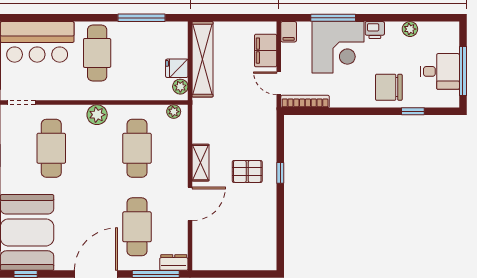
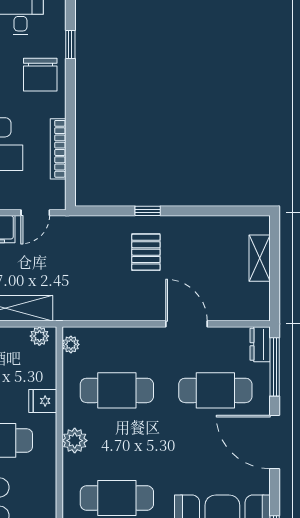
fridge: (177, 68) -> (43, 401), moved, turned 90
bookcase: (305, 101) -> (58, 149), moved
shelving: (201, 163) -> (260, 258), moved, turned 90

